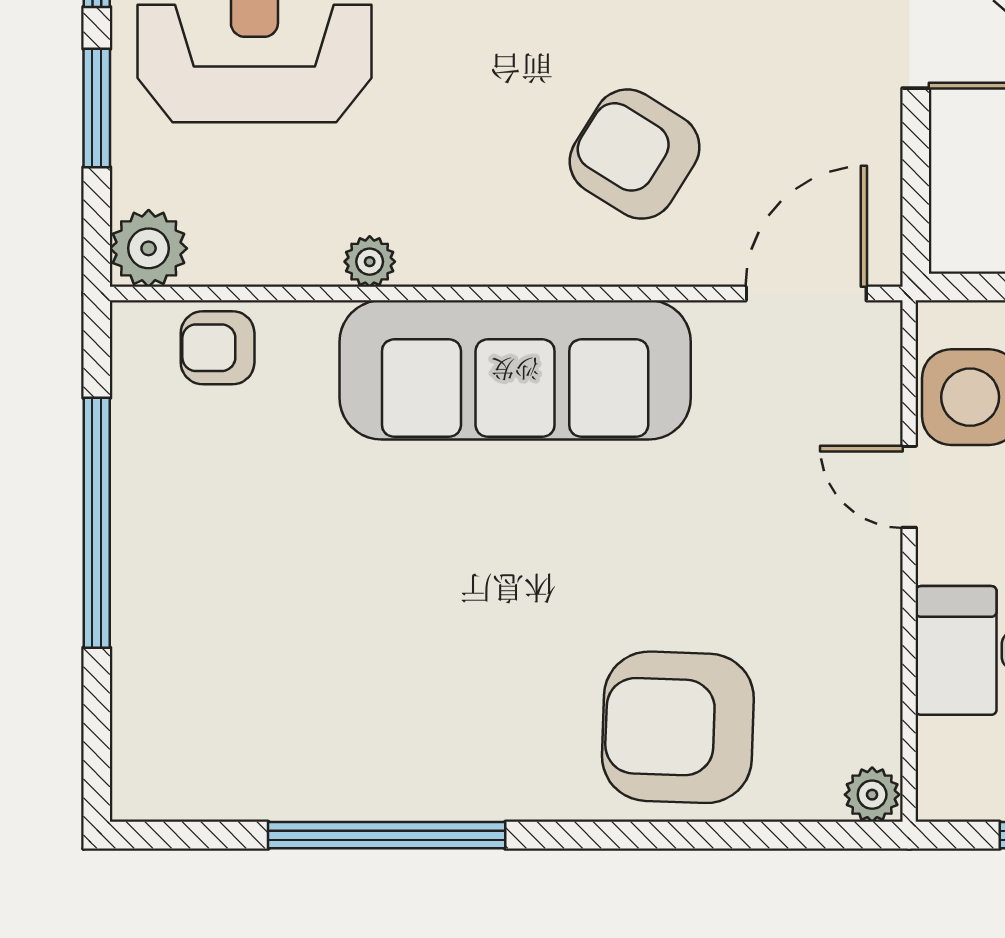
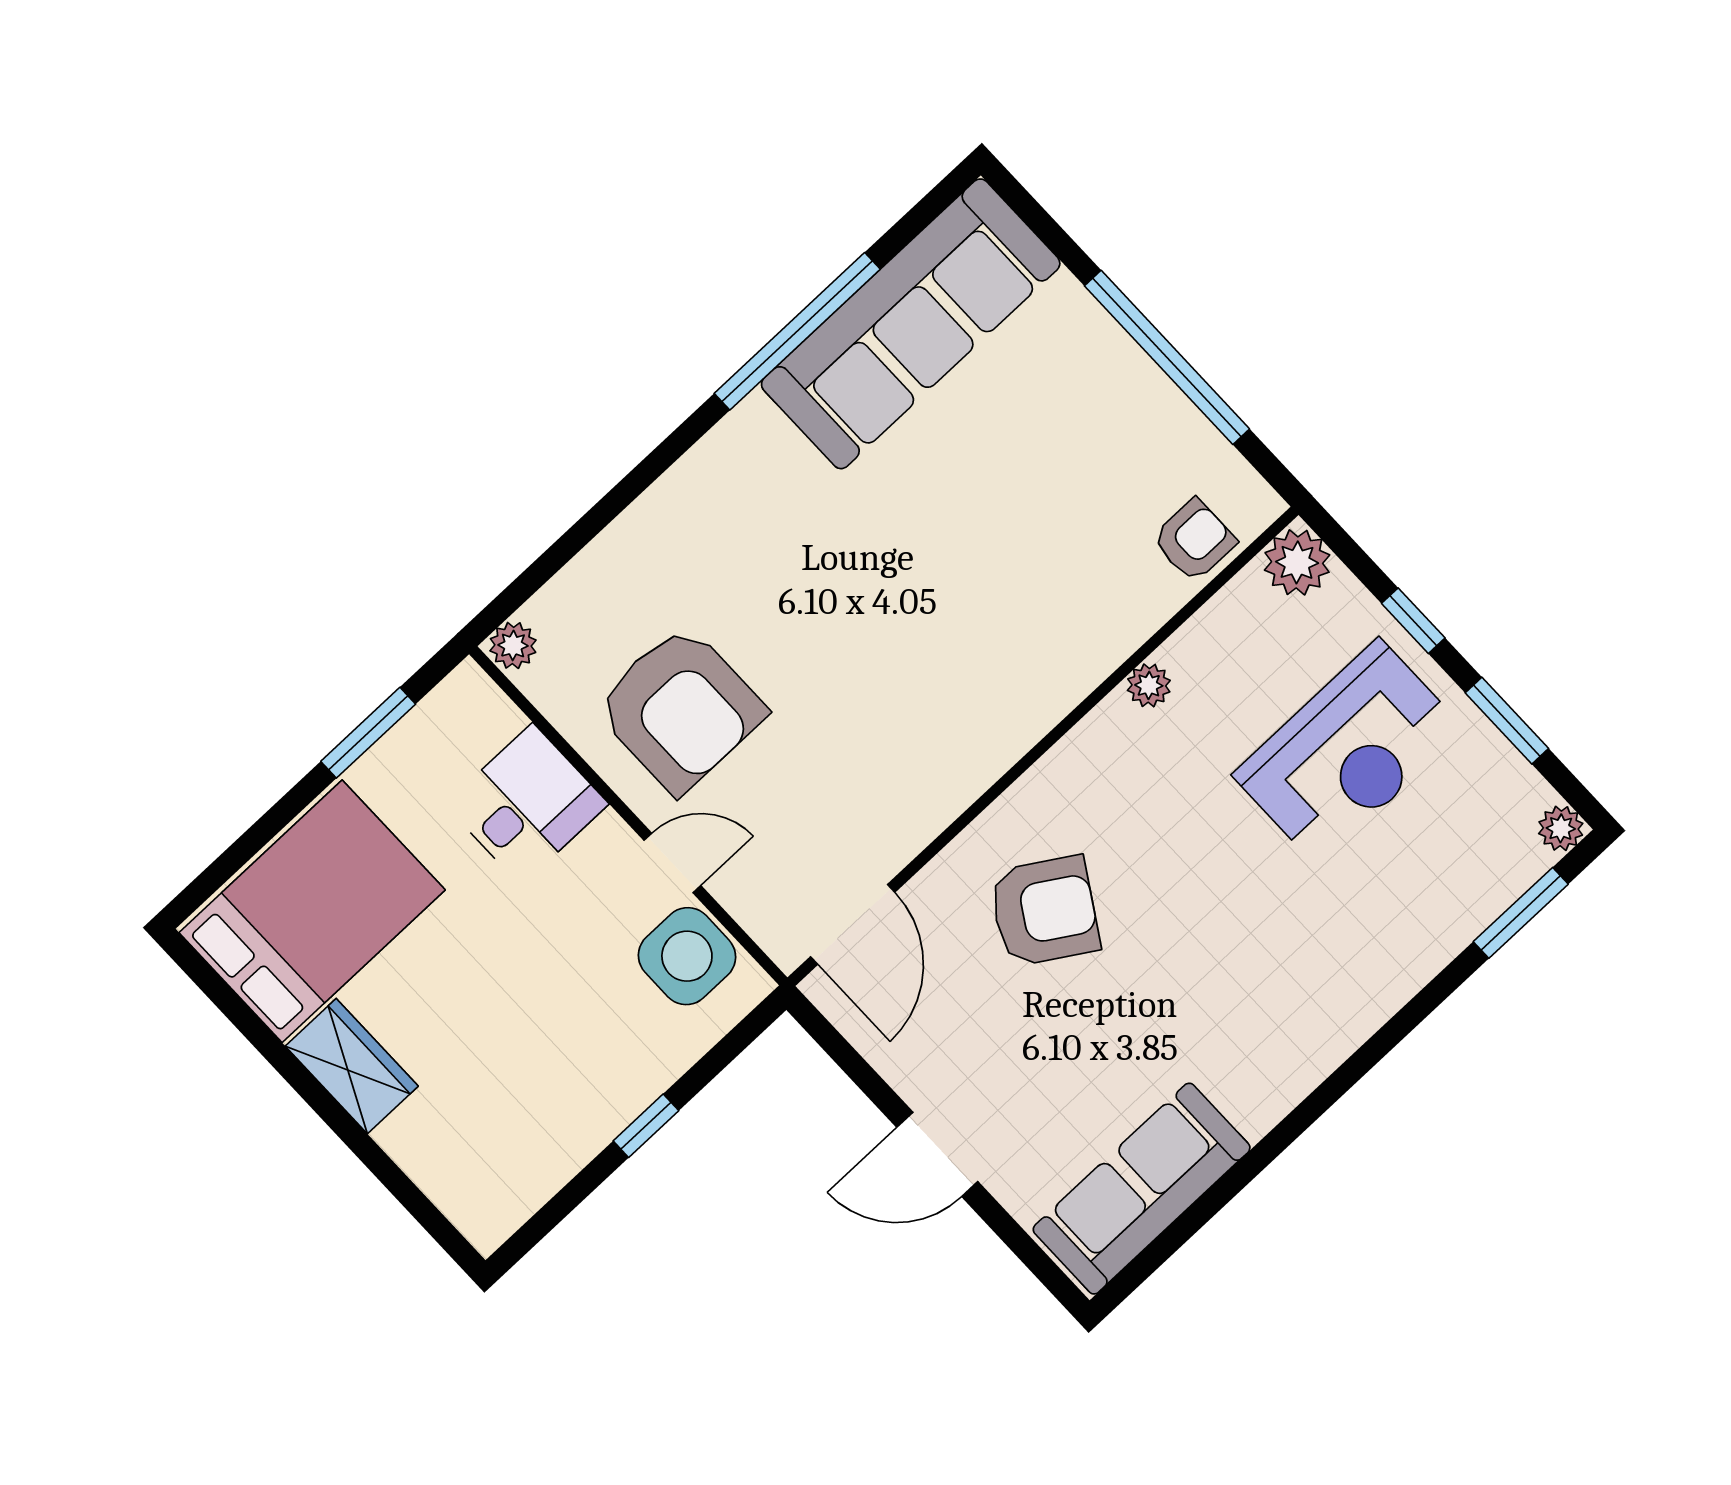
window: (97, 108) -> (1413, 621), width x0.67
sofa: (515, 370) -> (911, 324), moved, turned 180
armchair: (678, 727) -> (680, 709), moved, turned 88

